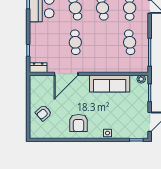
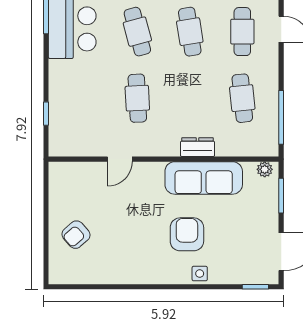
dresser: (38, 68) -> (197, 147), moved
door: (66, 74) -> (120, 159), width x0.53
armchair: (79, 123) -> (187, 234), moved, turned 180

